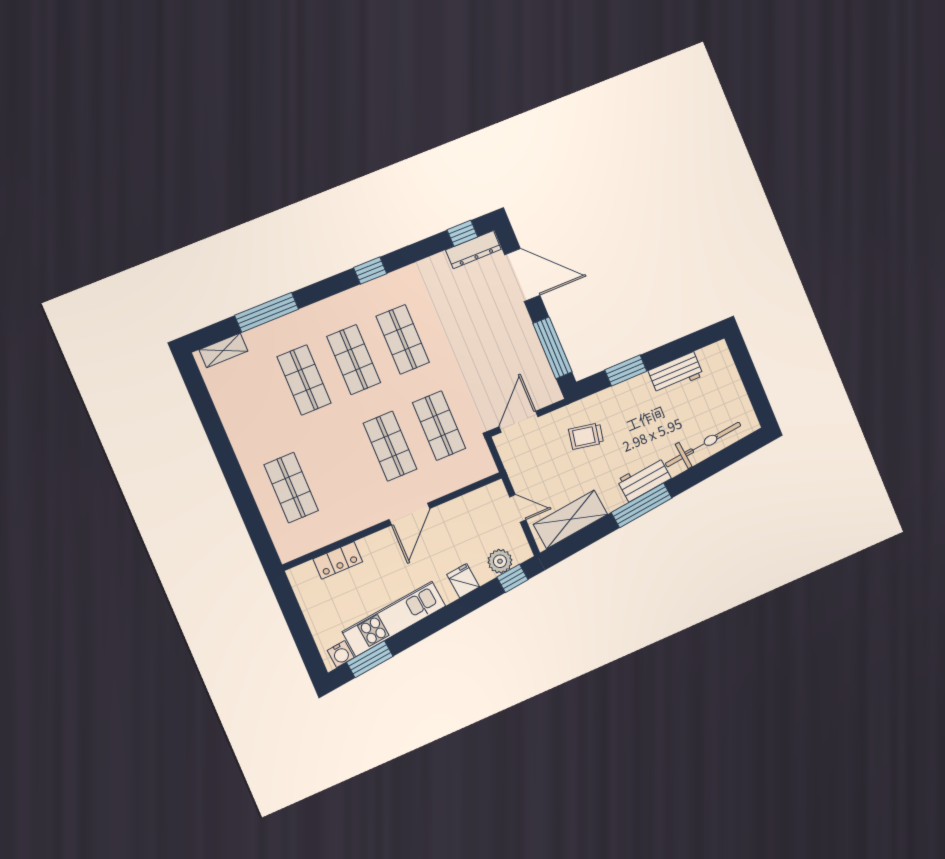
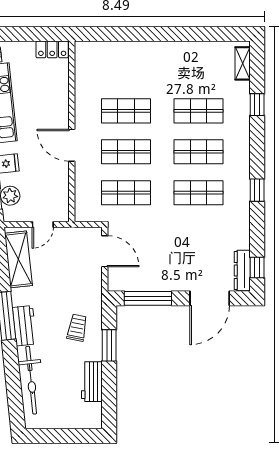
window: (267, 312) -> (257, 105), width x0.46
trolley: (586, 436) -> (77, 328), moved
shop shelf: (291, 488) -> (126, 111), moved
locker: (338, 560) -> (52, 49), moved, turned -90

